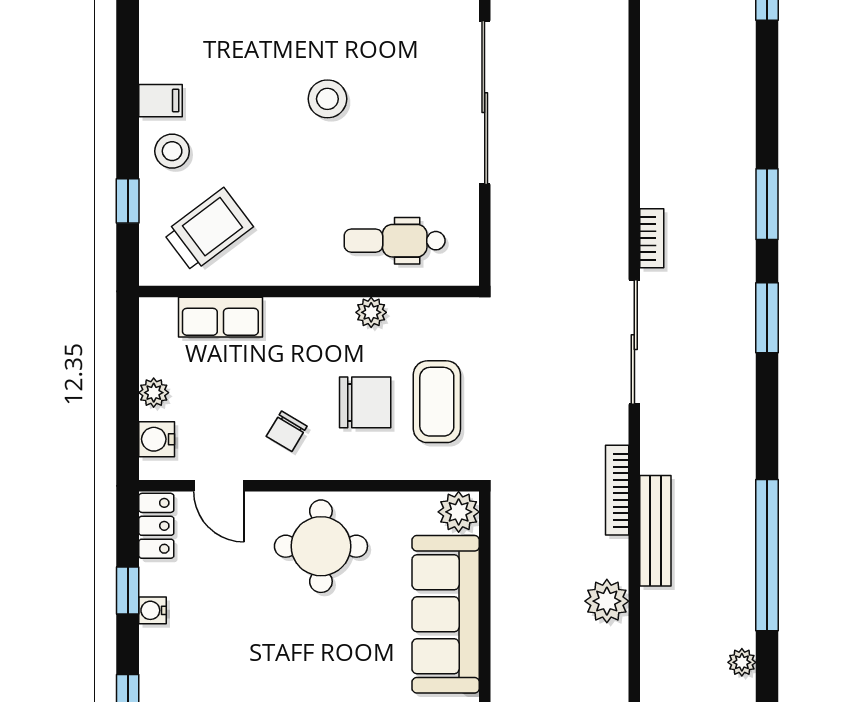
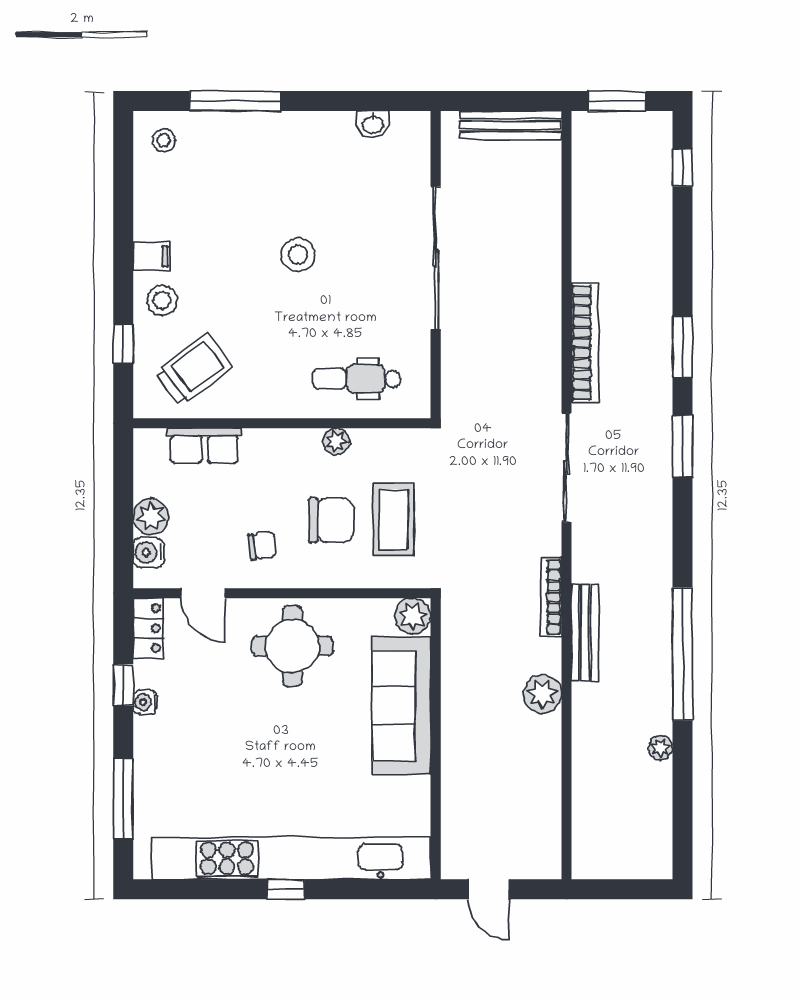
bookcase: (652, 238) -> (585, 343), width x2.31, depth x1.31
plant: (154, 393) -> (151, 517), width x1.38, depth x1.38
chair: (287, 431) -> (262, 546), turned -129

